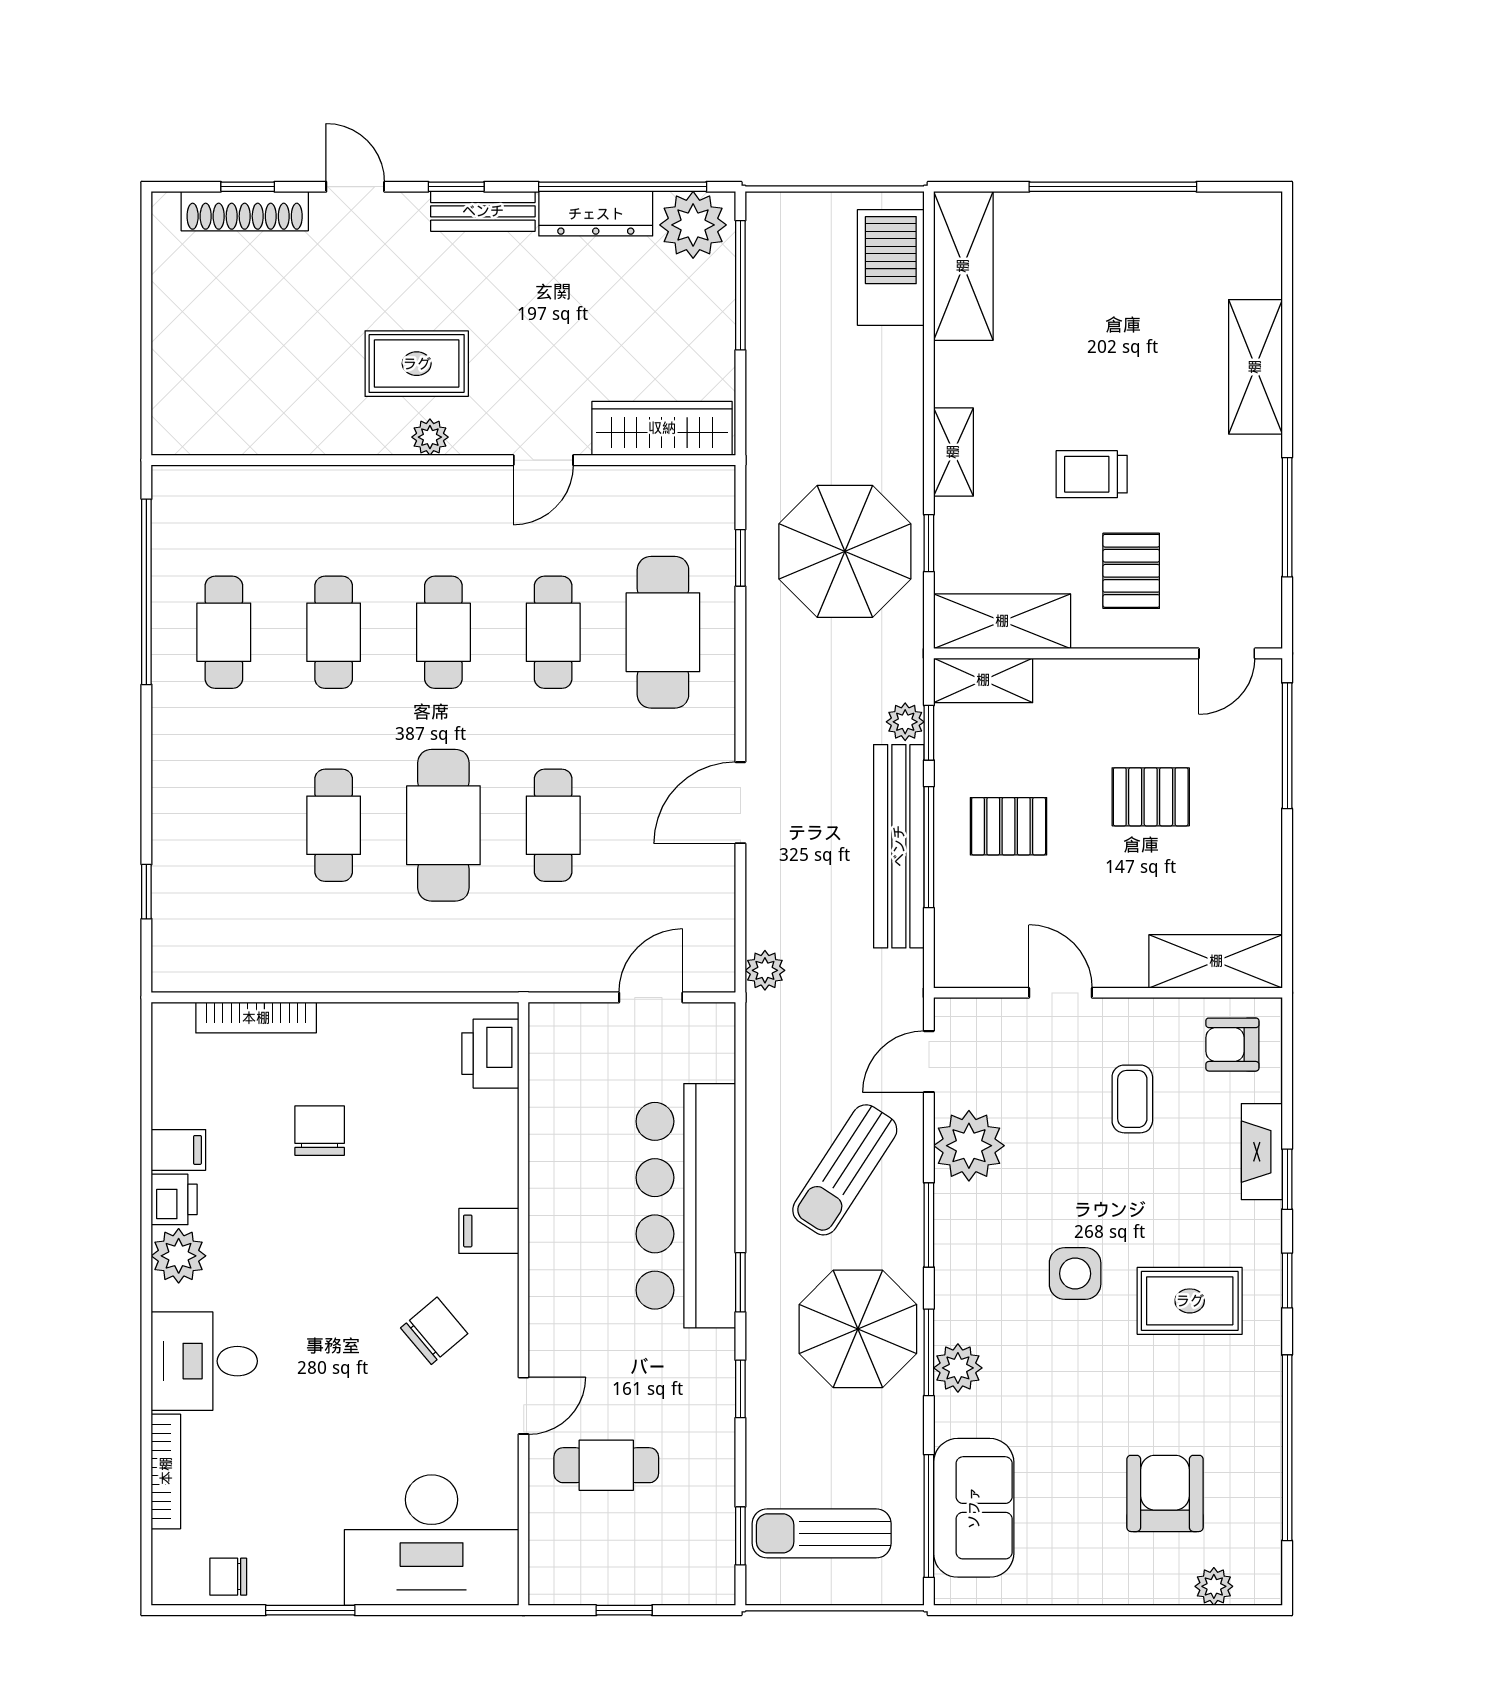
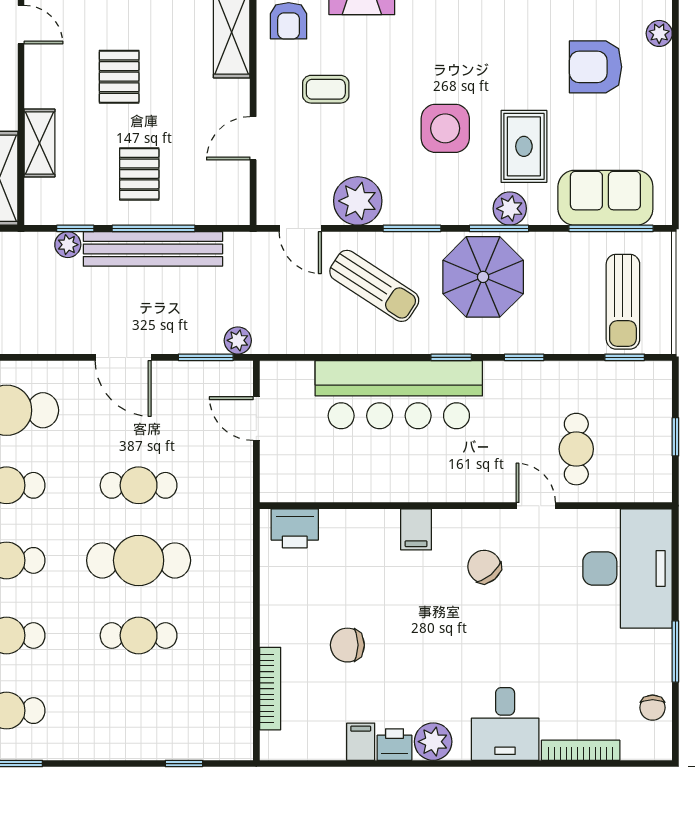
shelving: (983, 680) -> (40, 143), moved
window: (740, 923) -> (206, 357), added
side table: (1075, 1274) -> (445, 128), width x1.37, depth x1.37
rug: (1190, 1301) -> (524, 146), moved

